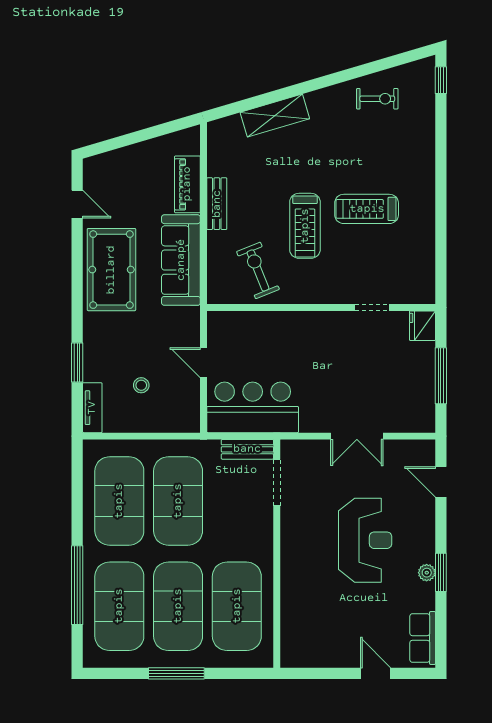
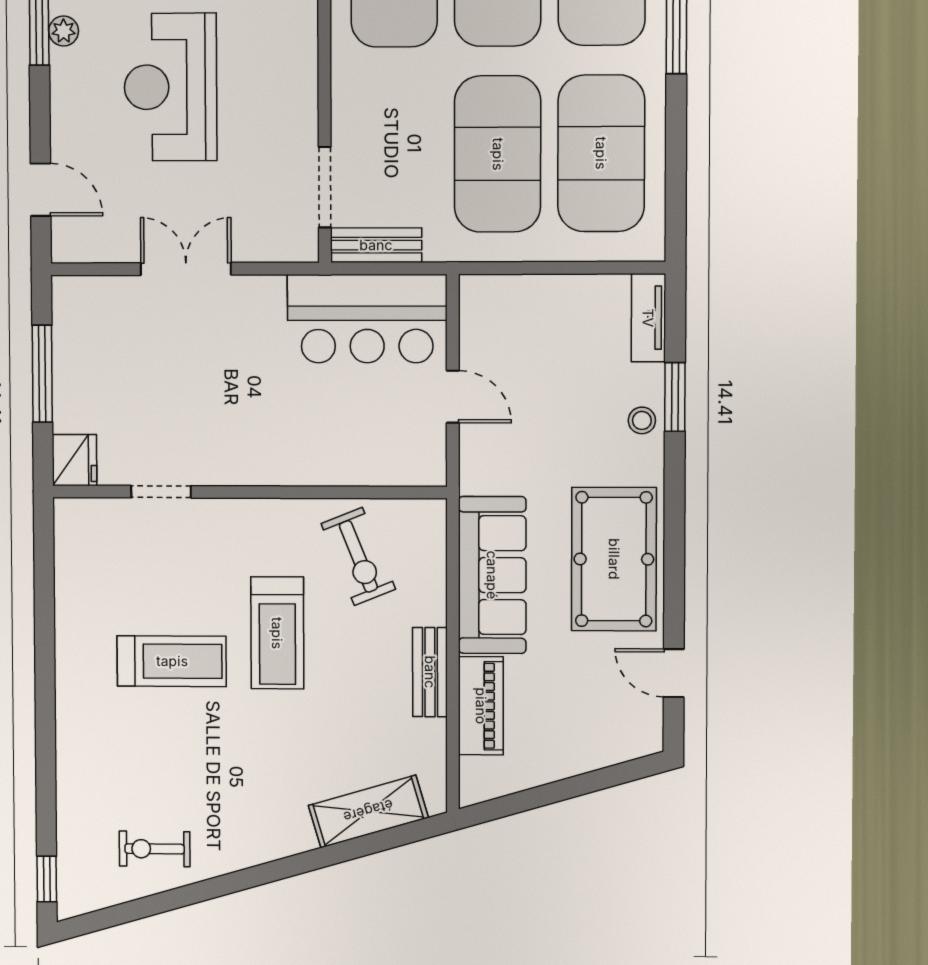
shelving: (275, 116) -> (368, 811), moved
treadmill: (305, 226) -> (277, 633), turned 180
stool: (141, 385) -> (642, 420), moved

